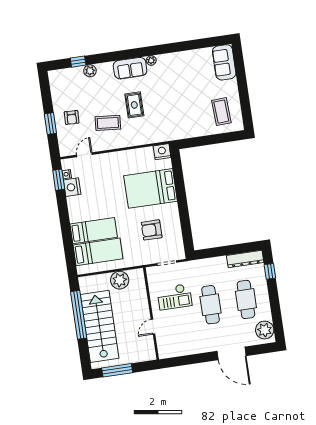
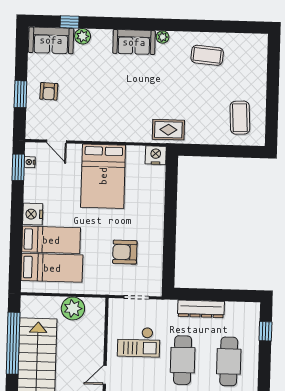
sofa: (224, 62) -> (51, 40), moved, turned -90
rug: (134, 105) -> (168, 130), moved, turned 90
coffee table: (108, 123) -> (207, 55), moved
door: (84, 155) -> (57, 141), swing flipped
nightstand: (72, 187) -> (33, 214), moved
bed: (151, 188) -> (103, 176), moved, turned -90
dresser: (245, 259) -> (201, 309), moved

